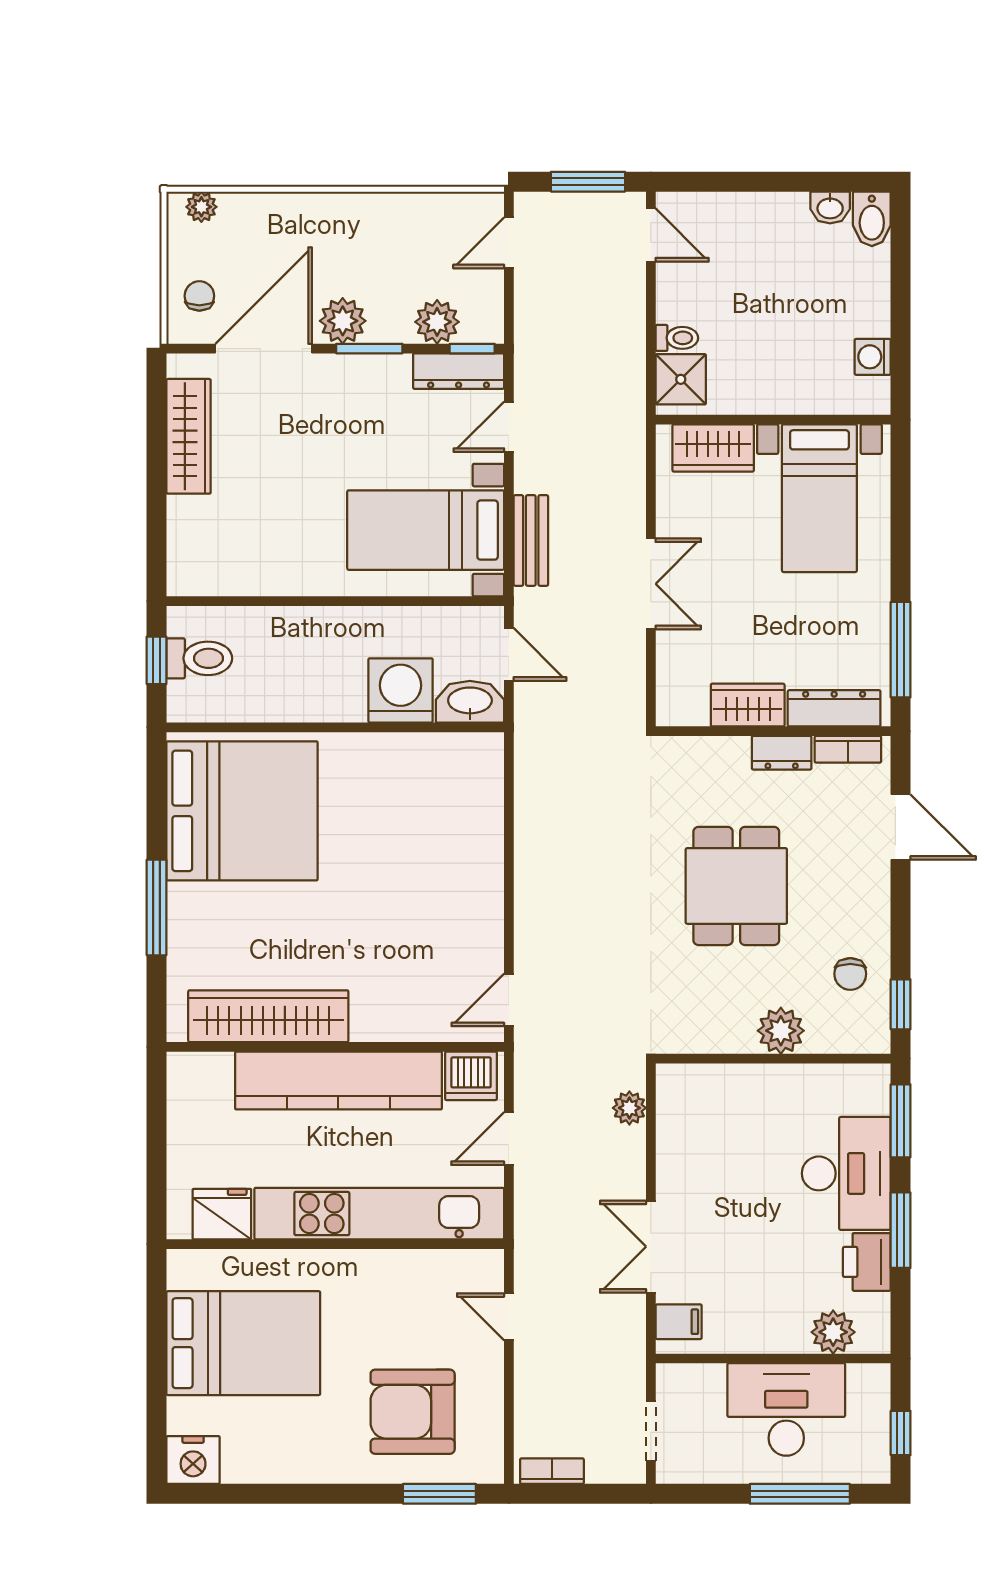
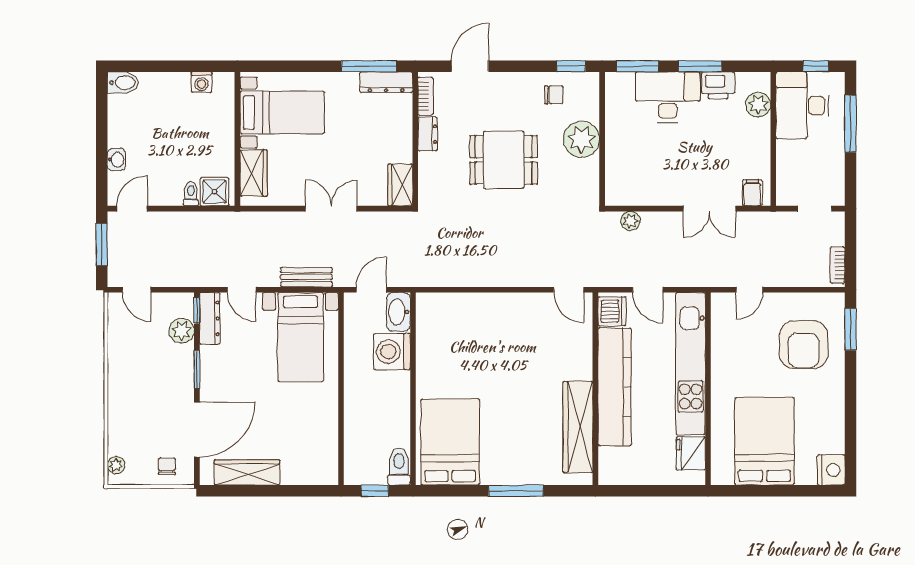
washbasin: (830, 208) -> (116, 160), moved
chair: (199, 296) -> (167, 466), turned 90
plant: (343, 321) -> (181, 385), removed
door: (264, 349) -> (197, 430), swing flipped
toilet: (199, 658) -> (399, 466), moved
wardrobe: (748, 705) -> (400, 185), moved
dresser: (834, 708) -> (386, 82), moved, turned -90
bed: (242, 811) -> (450, 442), width x0.73
plant: (781, 1031) -> (581, 139), width x1.36, depth x1.36
desk: (786, 1409) -> (802, 105), moved

